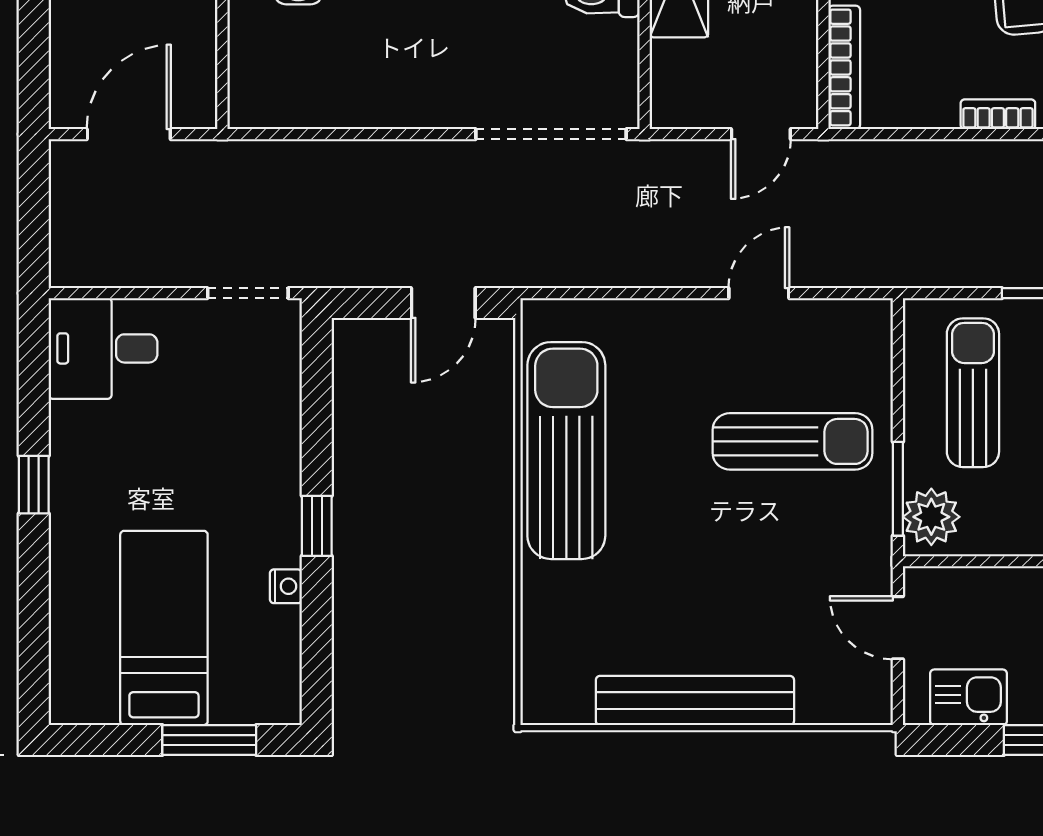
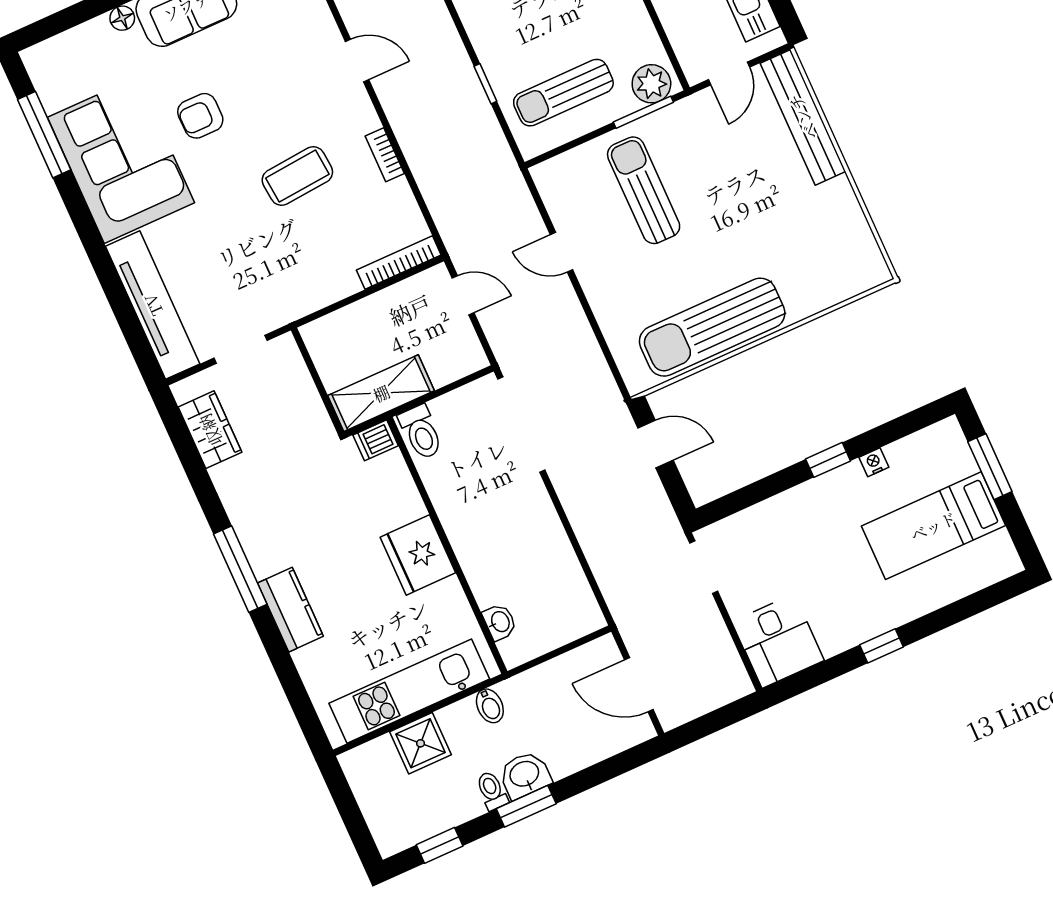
bench: (695, 701) -> (803, 117), moved

